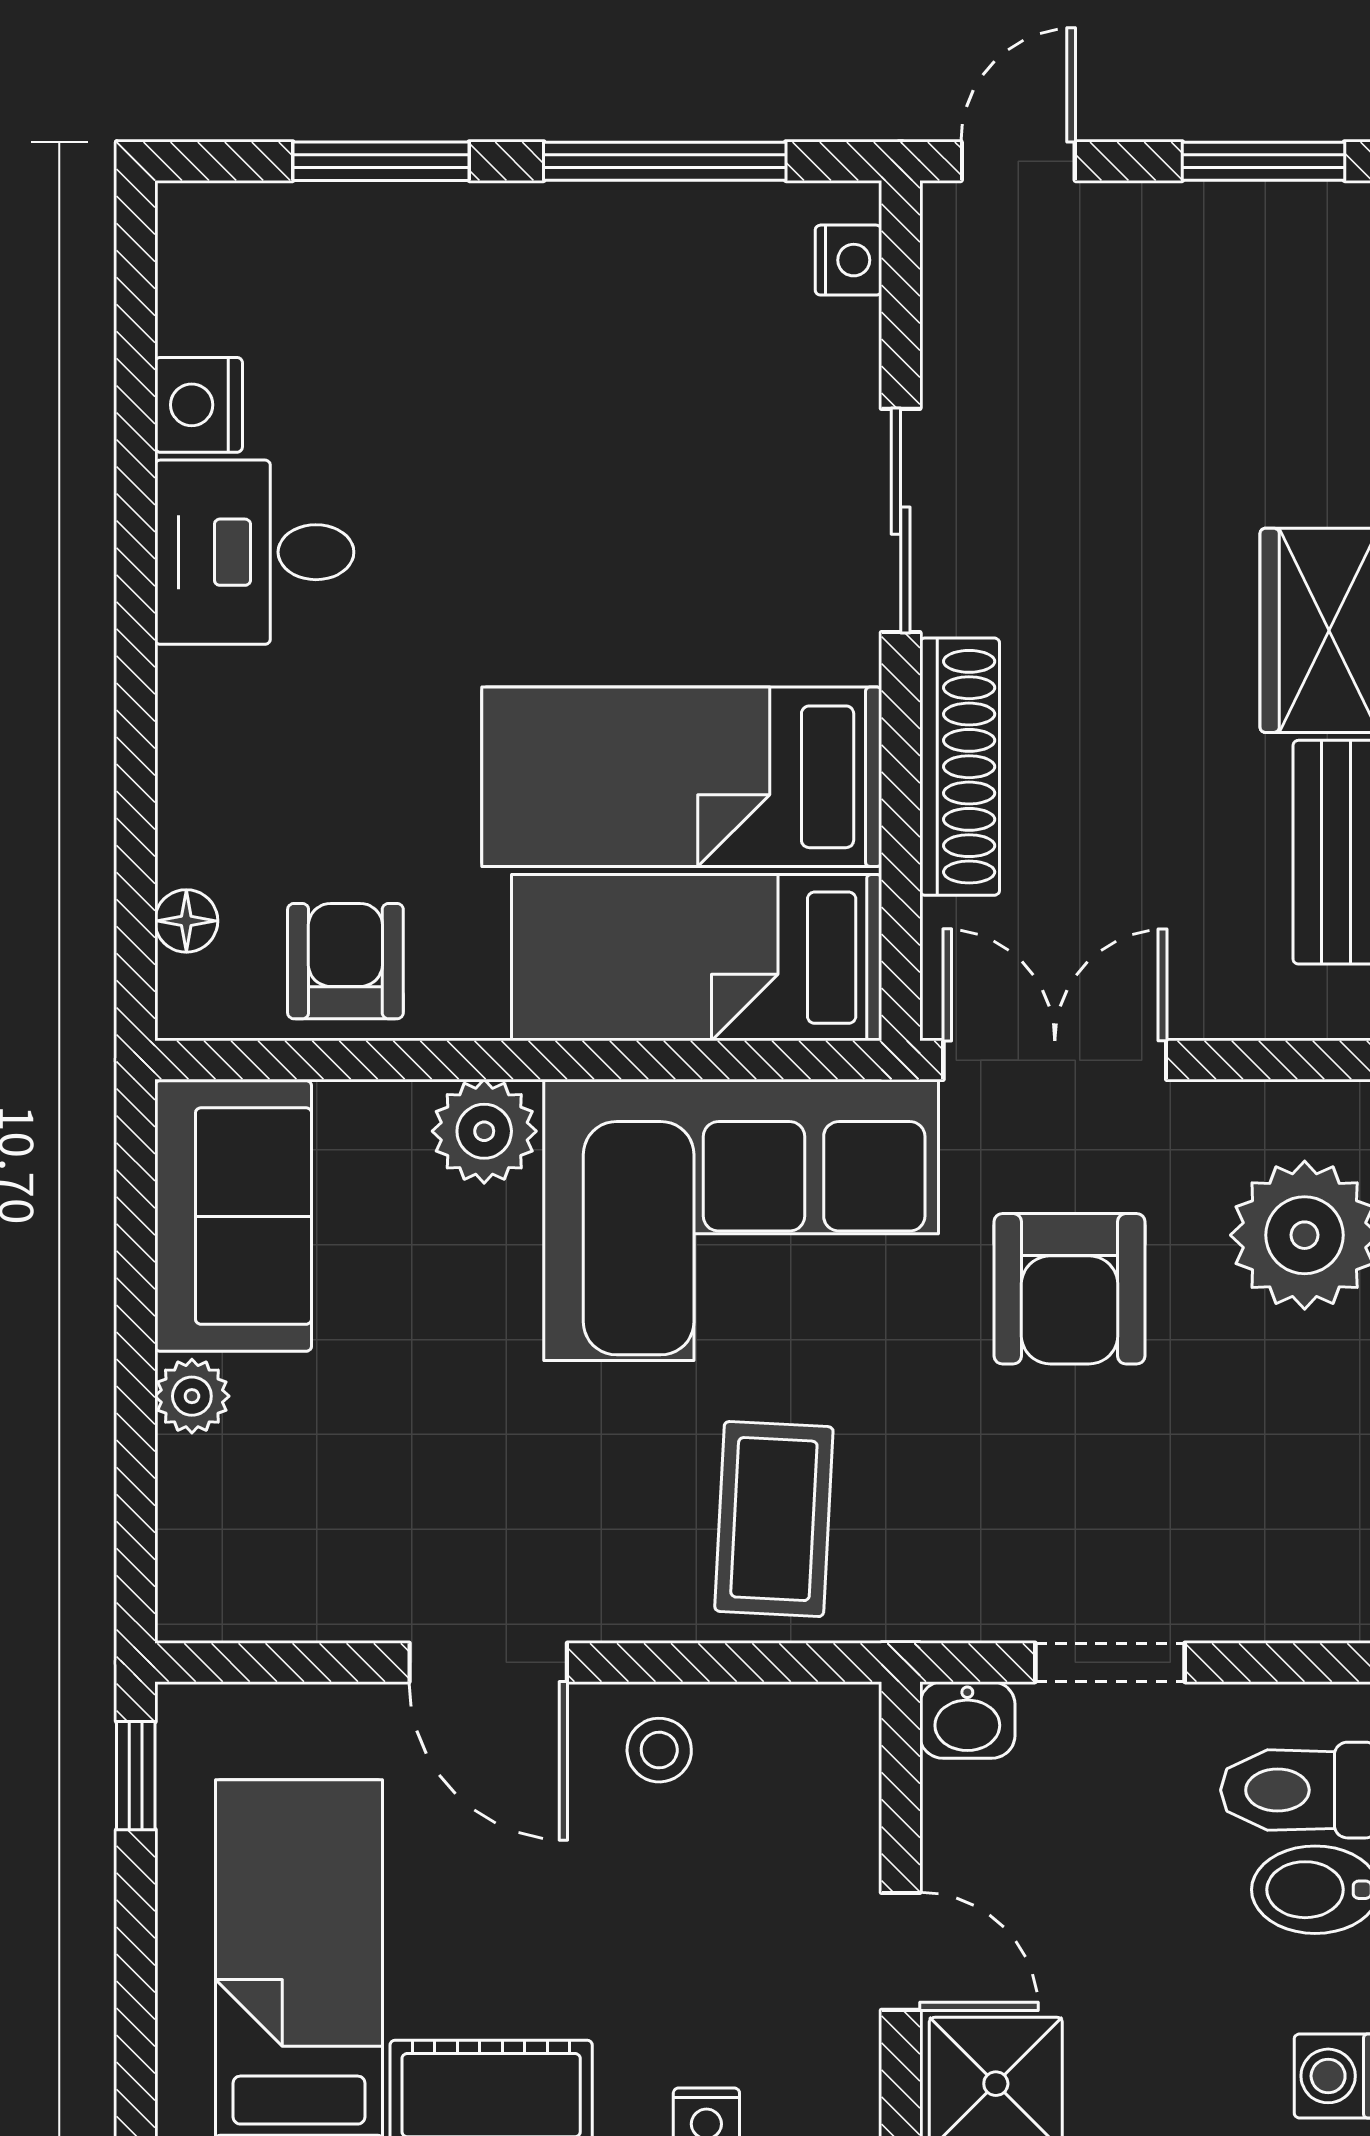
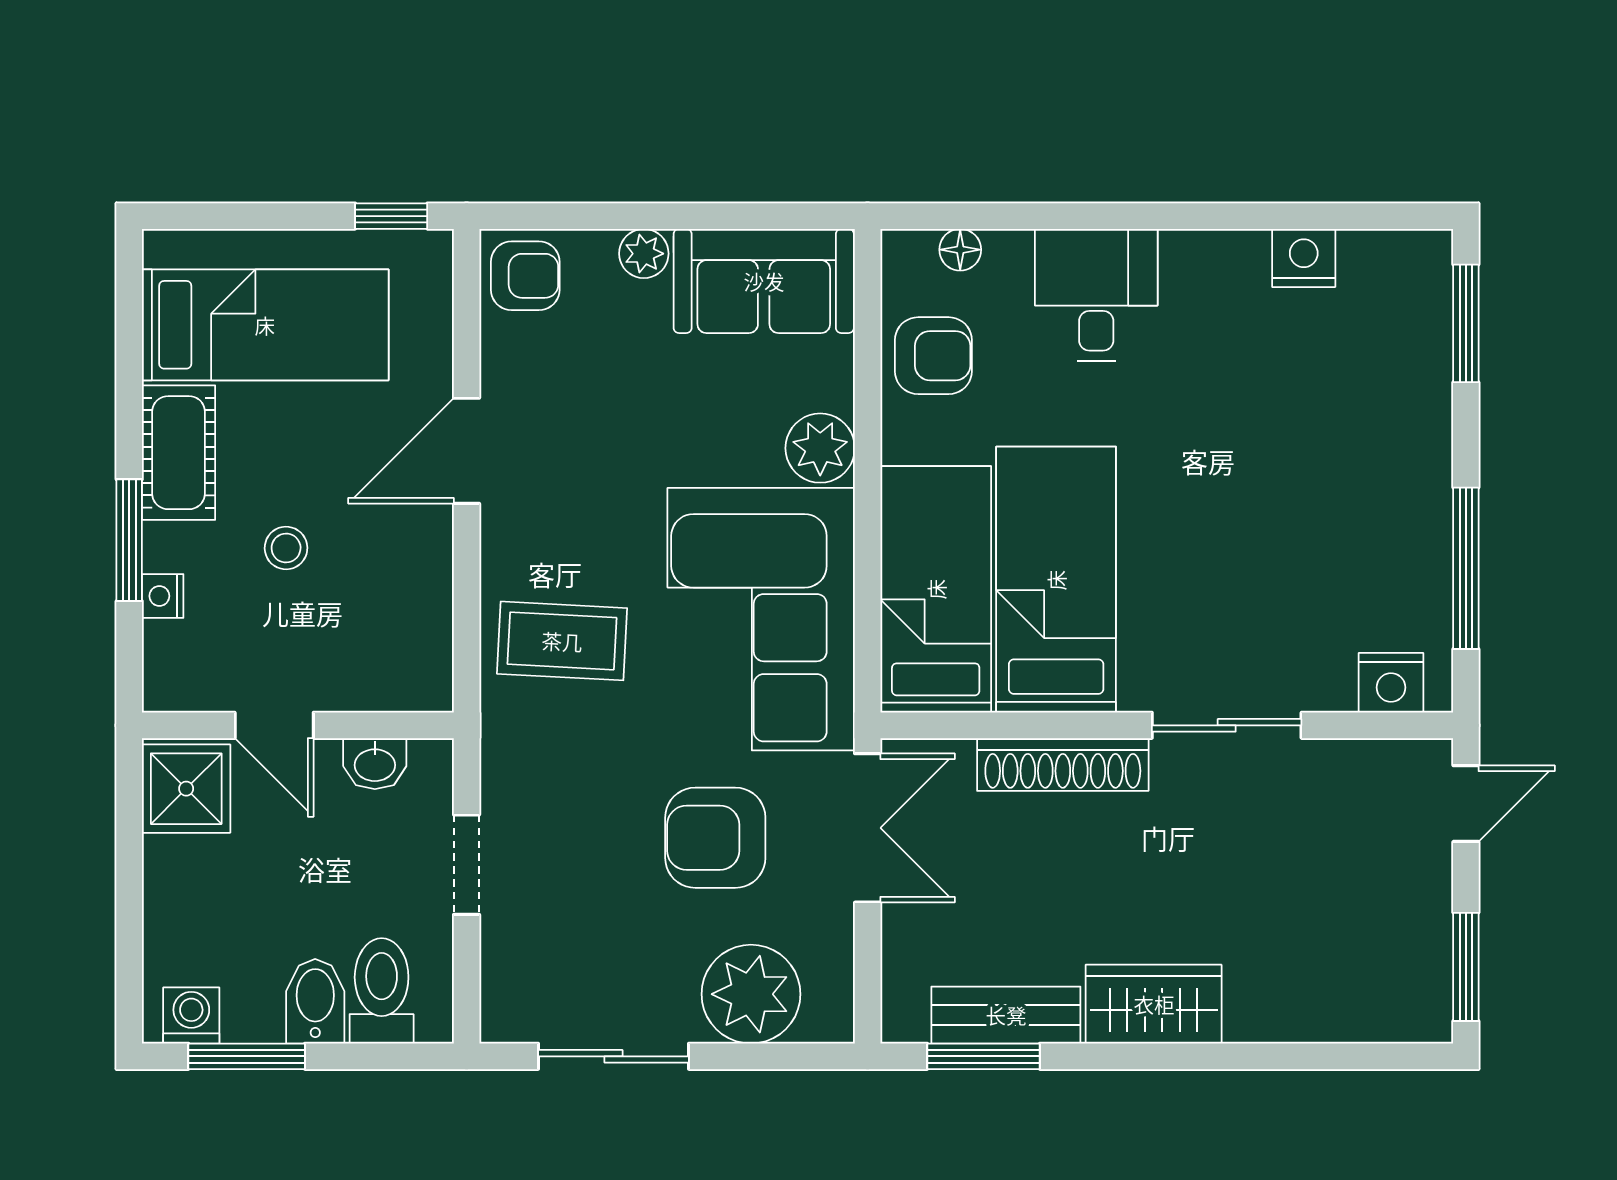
window: (381, 161) -> (1466, 323), moved
door: (1018, 161) -> (1466, 804), hinge flipped
nightstand: (848, 260) -> (1391, 683), width x1.39, depth x1.35
desk: (254, 552) -> (1096, 295), moved
armchair: (225, 1574) -> (525, 276), added
washbasin: (967, 1720) -> (375, 764), moved, turned -90
stool: (659, 1750) -> (286, 548), moved
door: (901, 1951) -> (274, 725), hinge flipped

